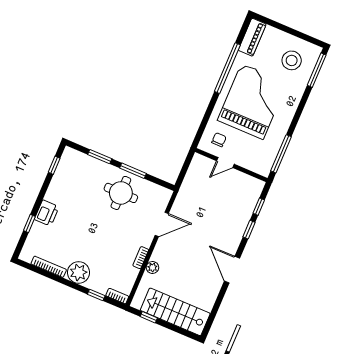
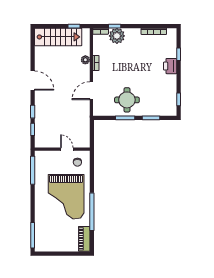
stool: (292, 60) -> (52, 235), removed
door: (225, 163) -> (67, 149), hinge flipped
plant: (79, 272) -> (117, 36), moved

